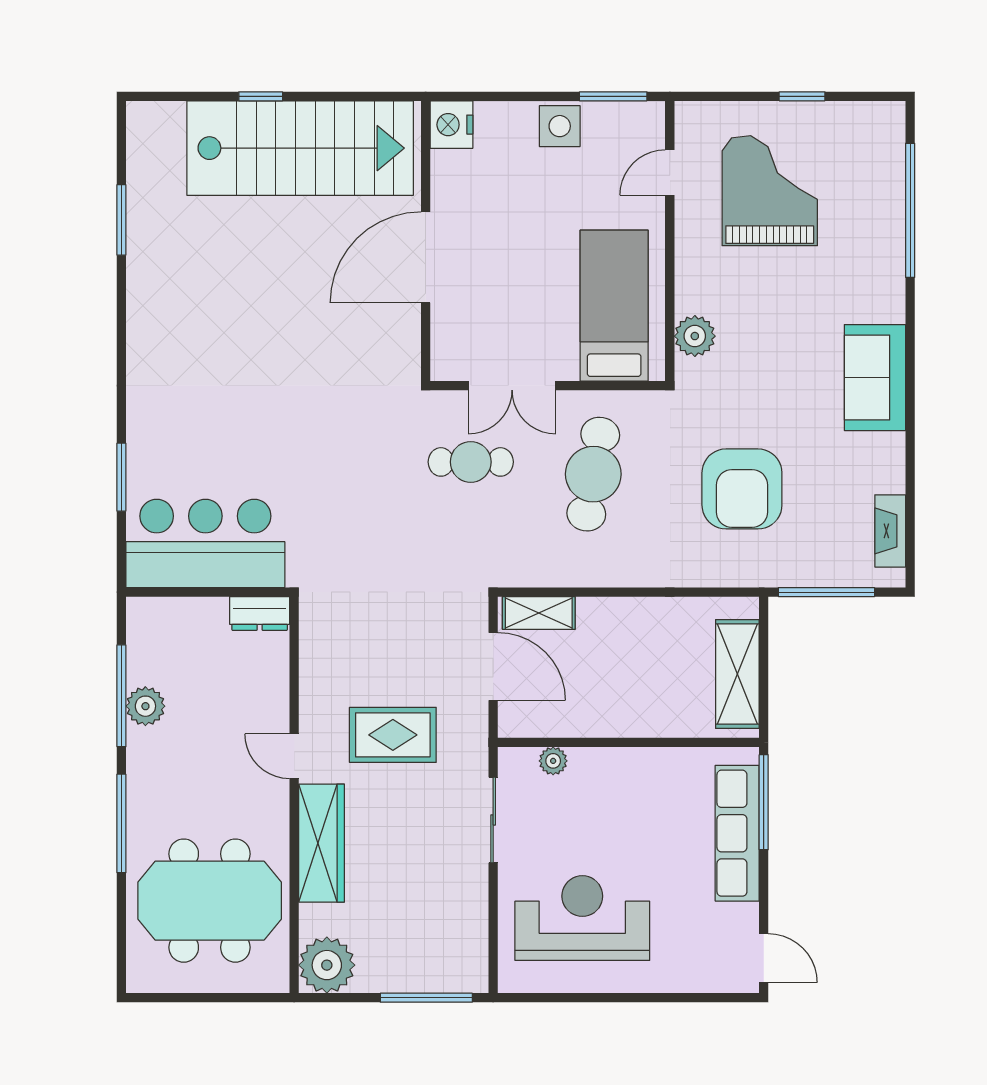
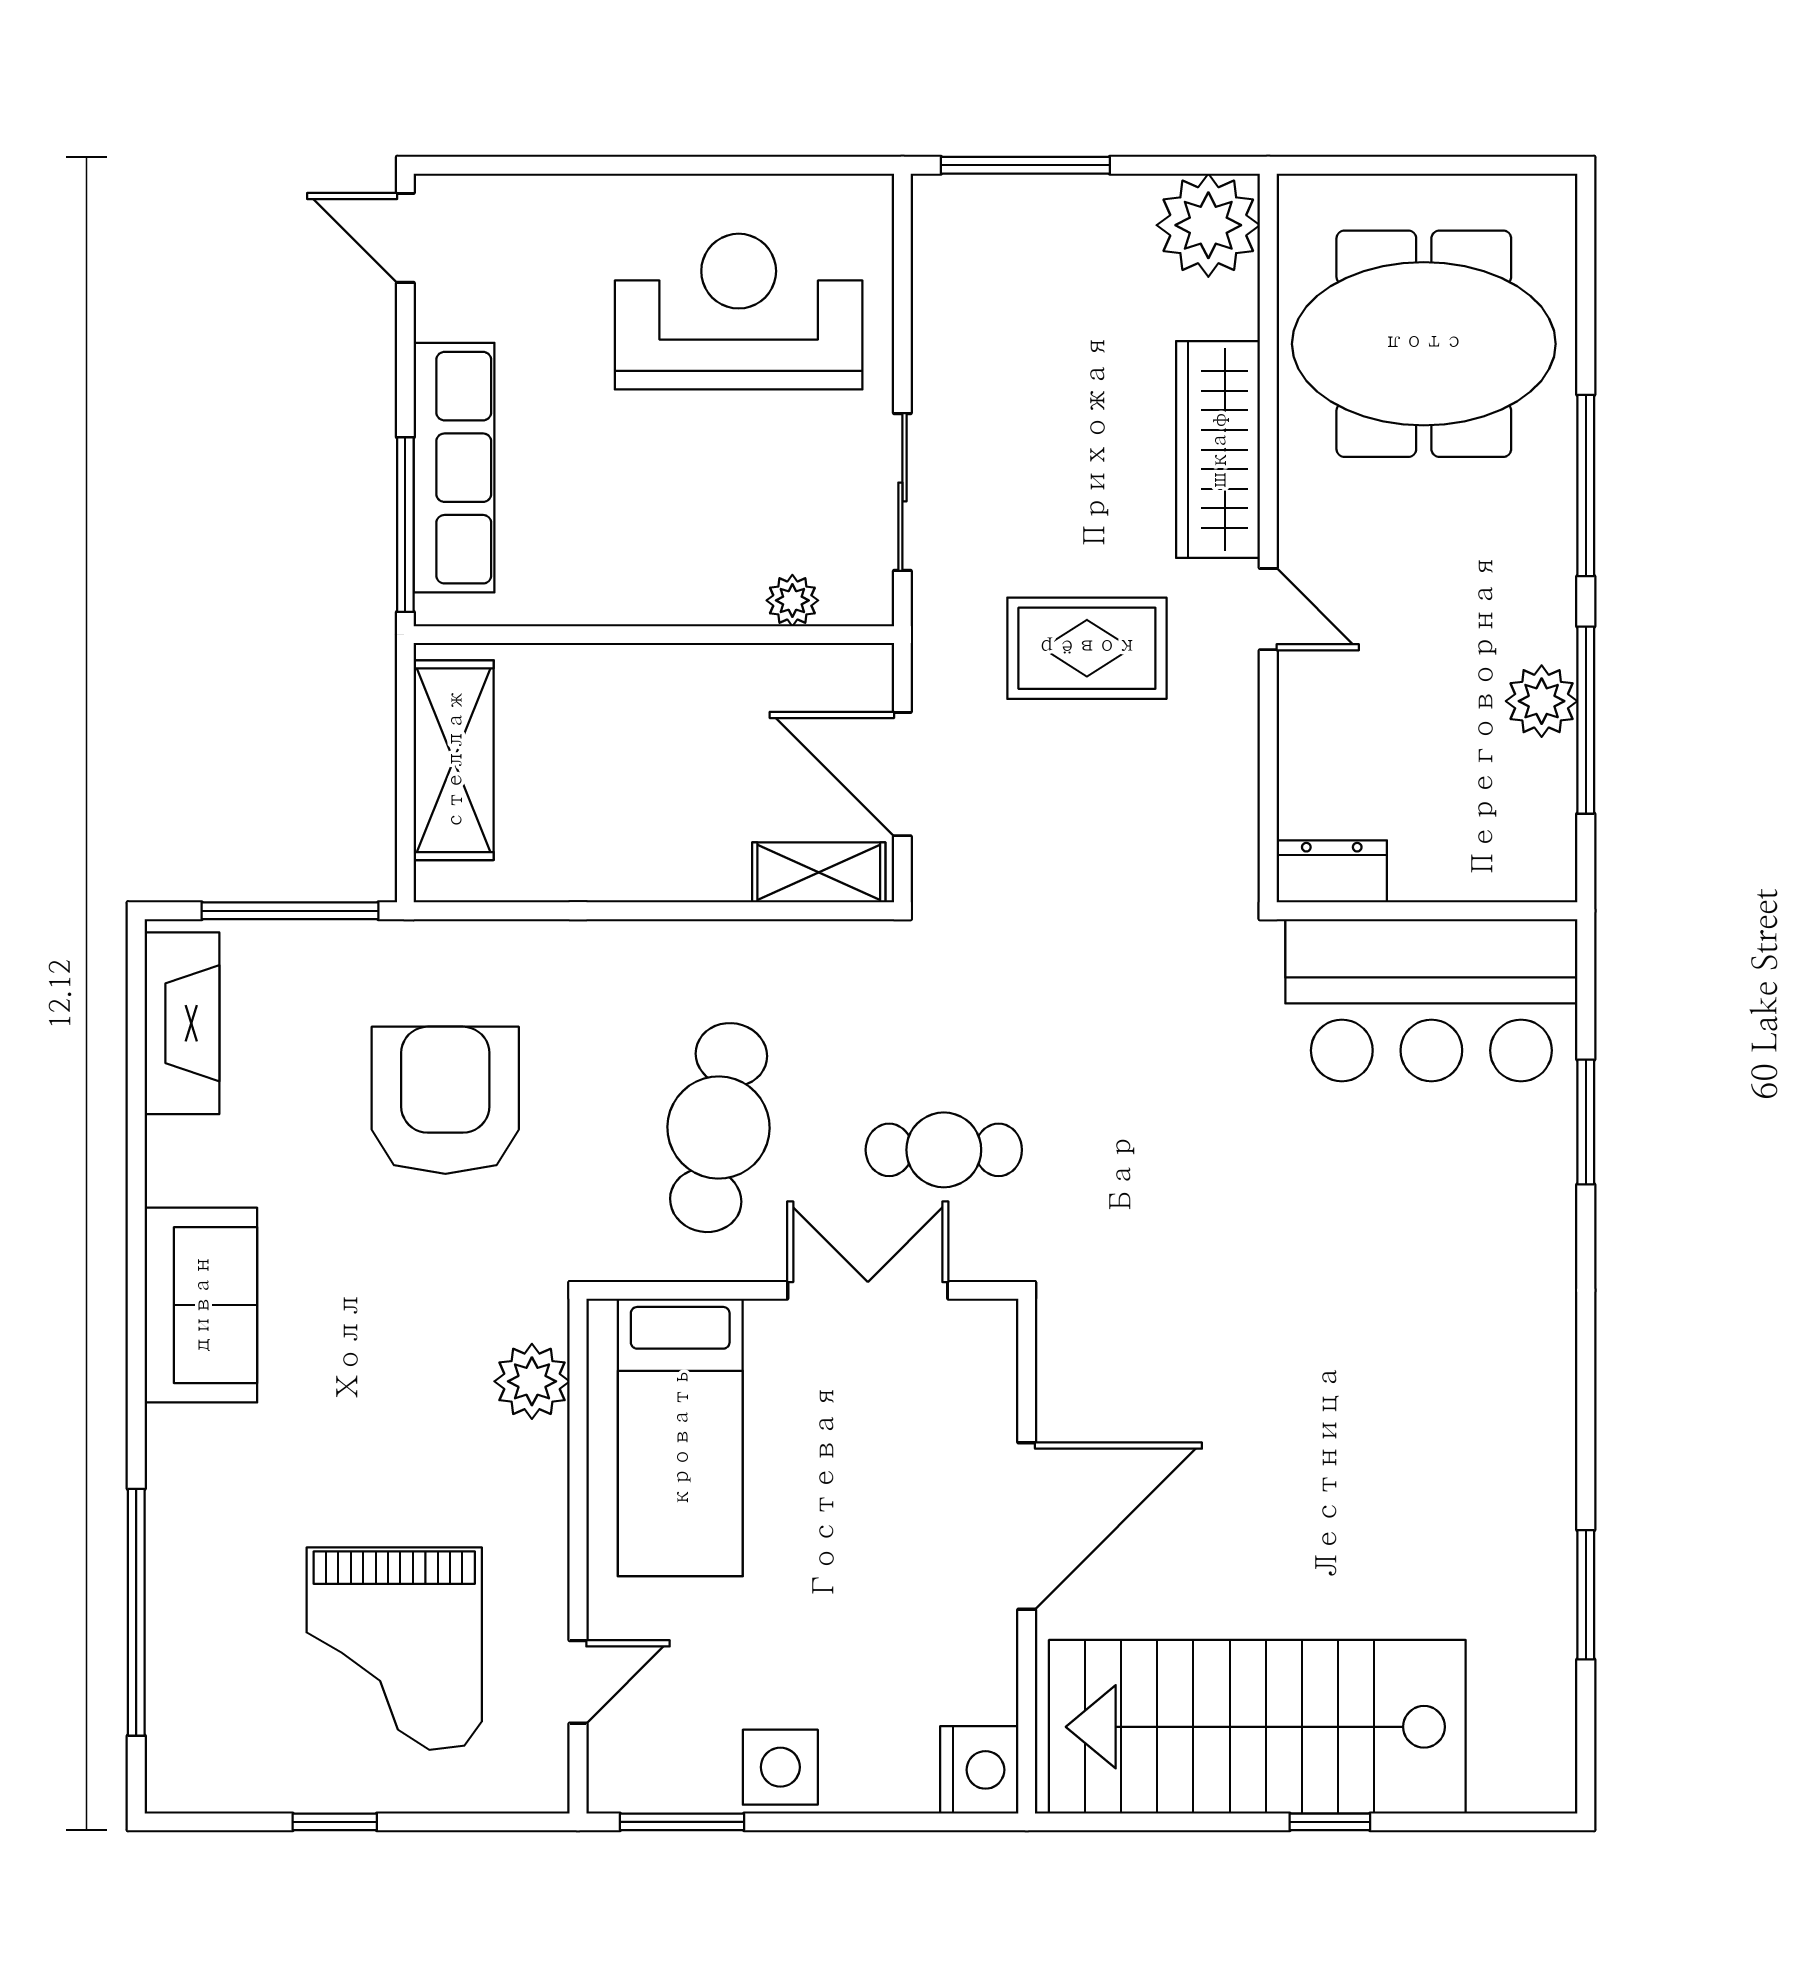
fireplace: (890, 531) -> (182, 1023), width x1.37, depth x1.32
reception desk: (582, 918) -> (739, 312), turned 180

